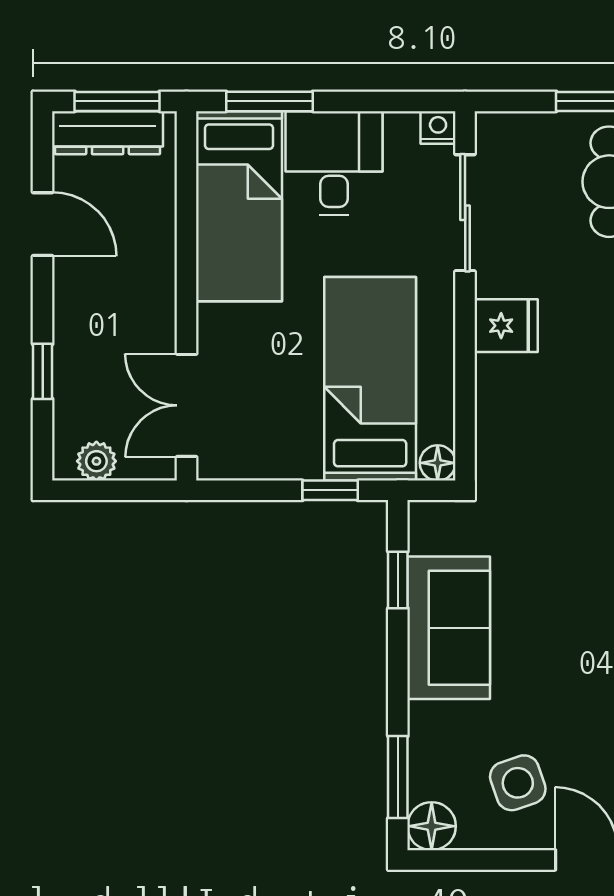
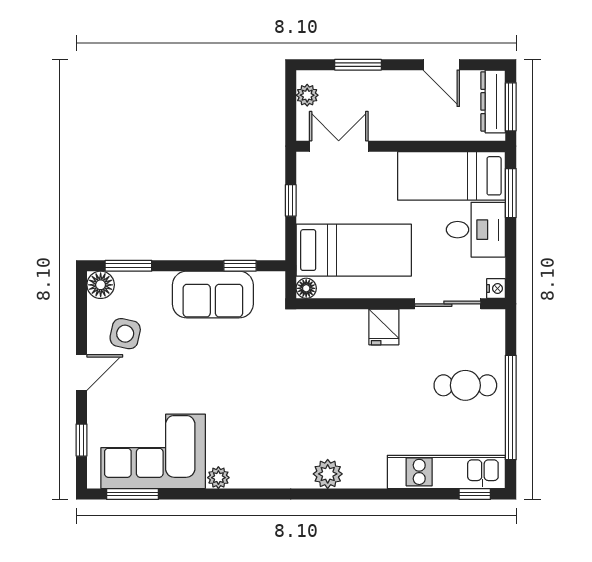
door: (43, 224) -> (441, 65), hinge flipped
window: (43, 371) -> (358, 65), width x1.50
window: (330, 490) -> (291, 200), moved
side table: (518, 783) -> (125, 334), turned 31

